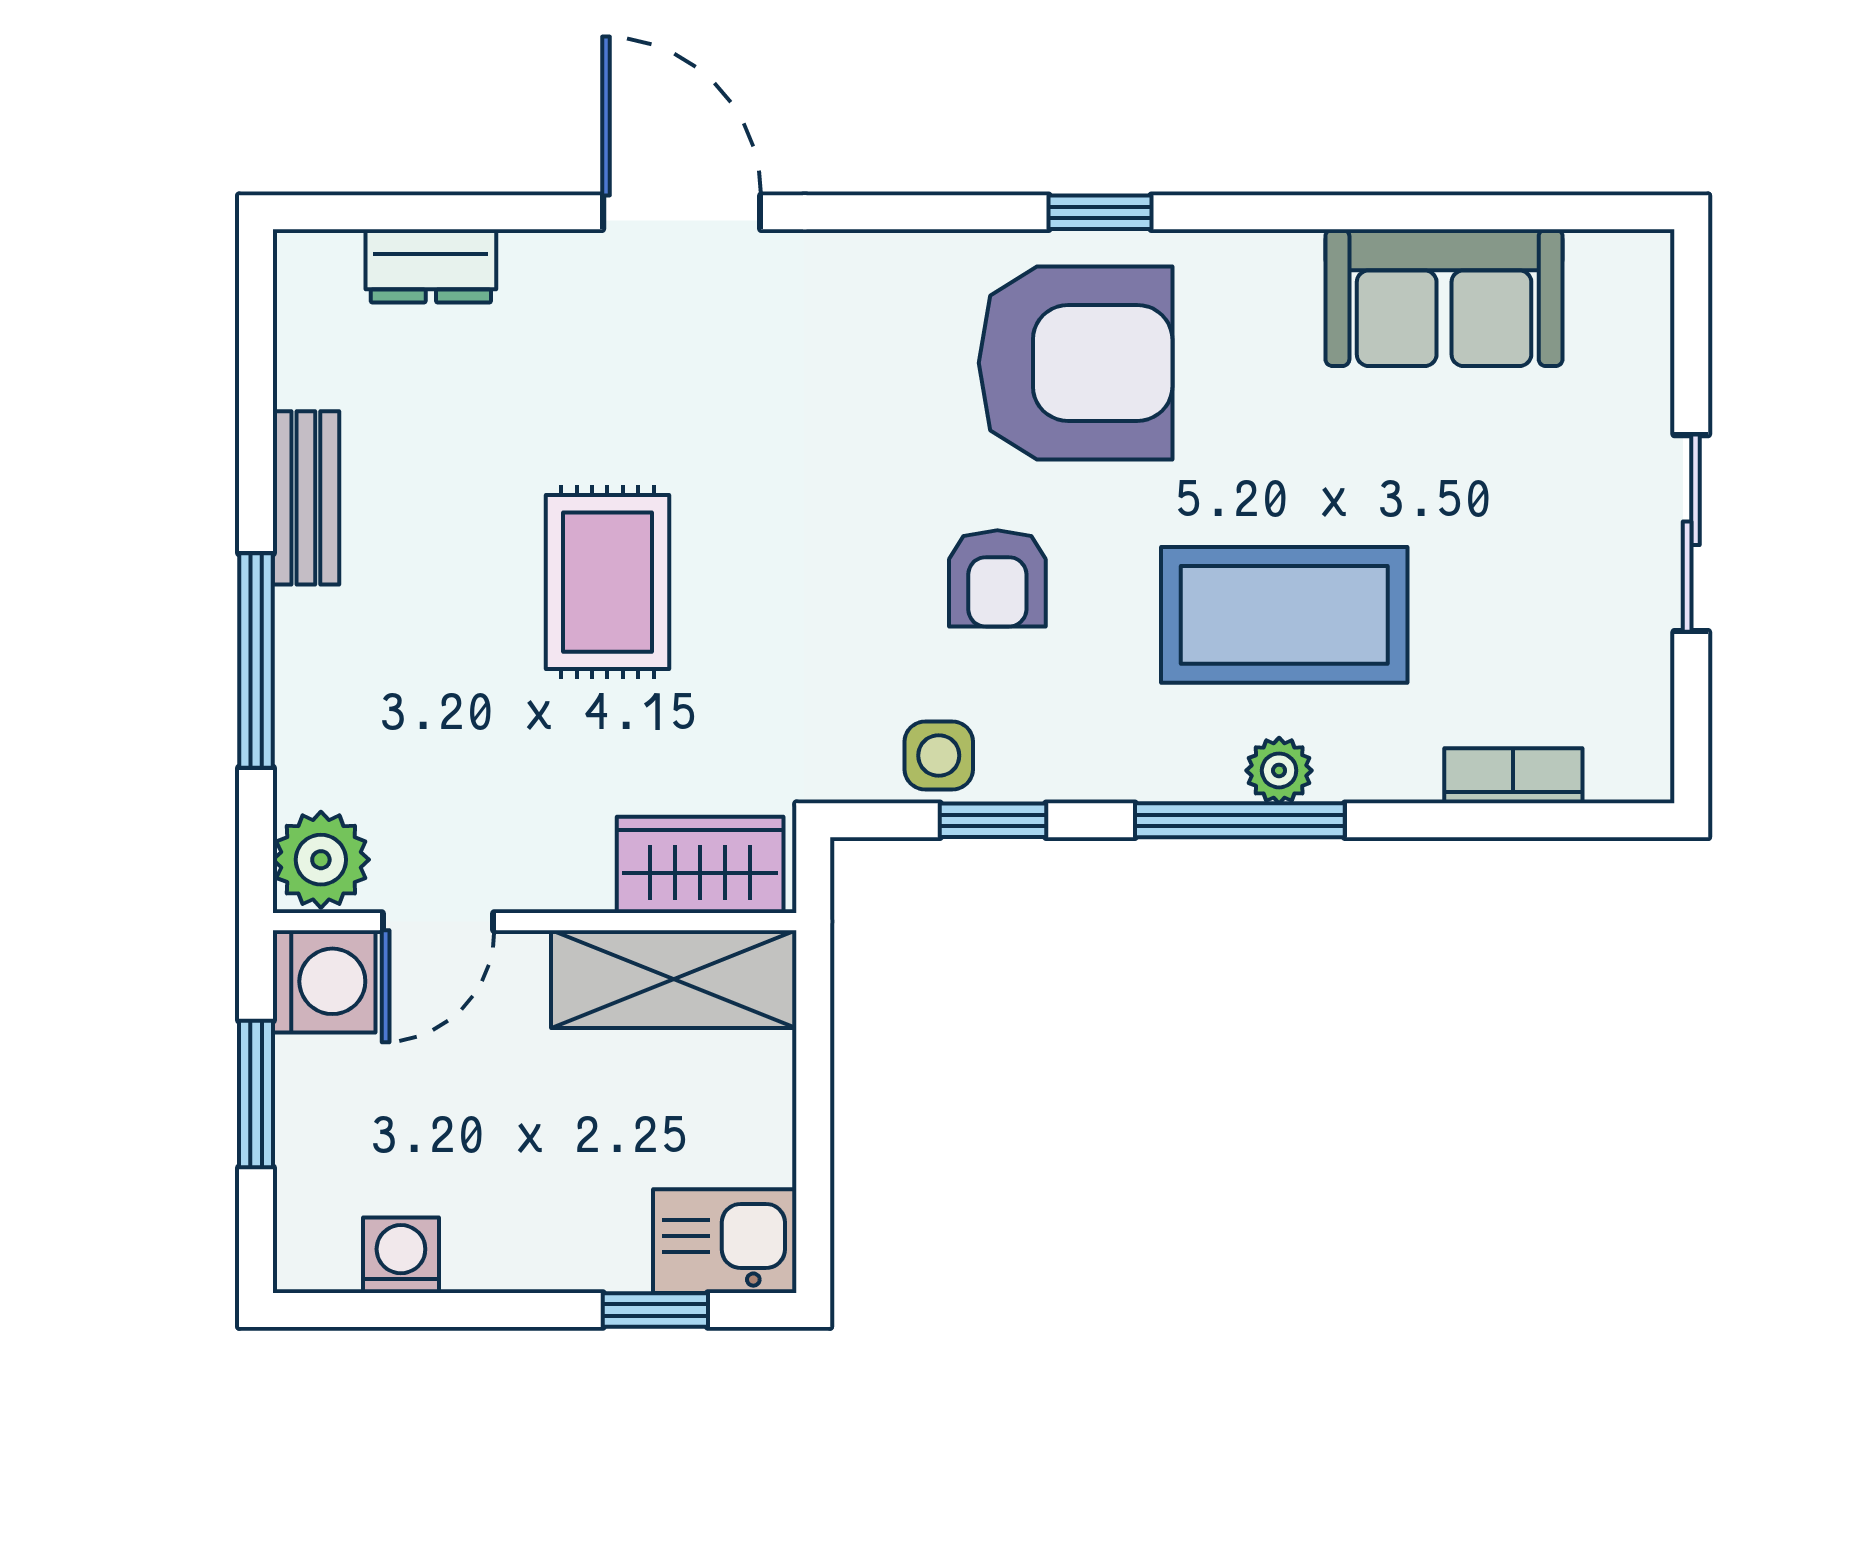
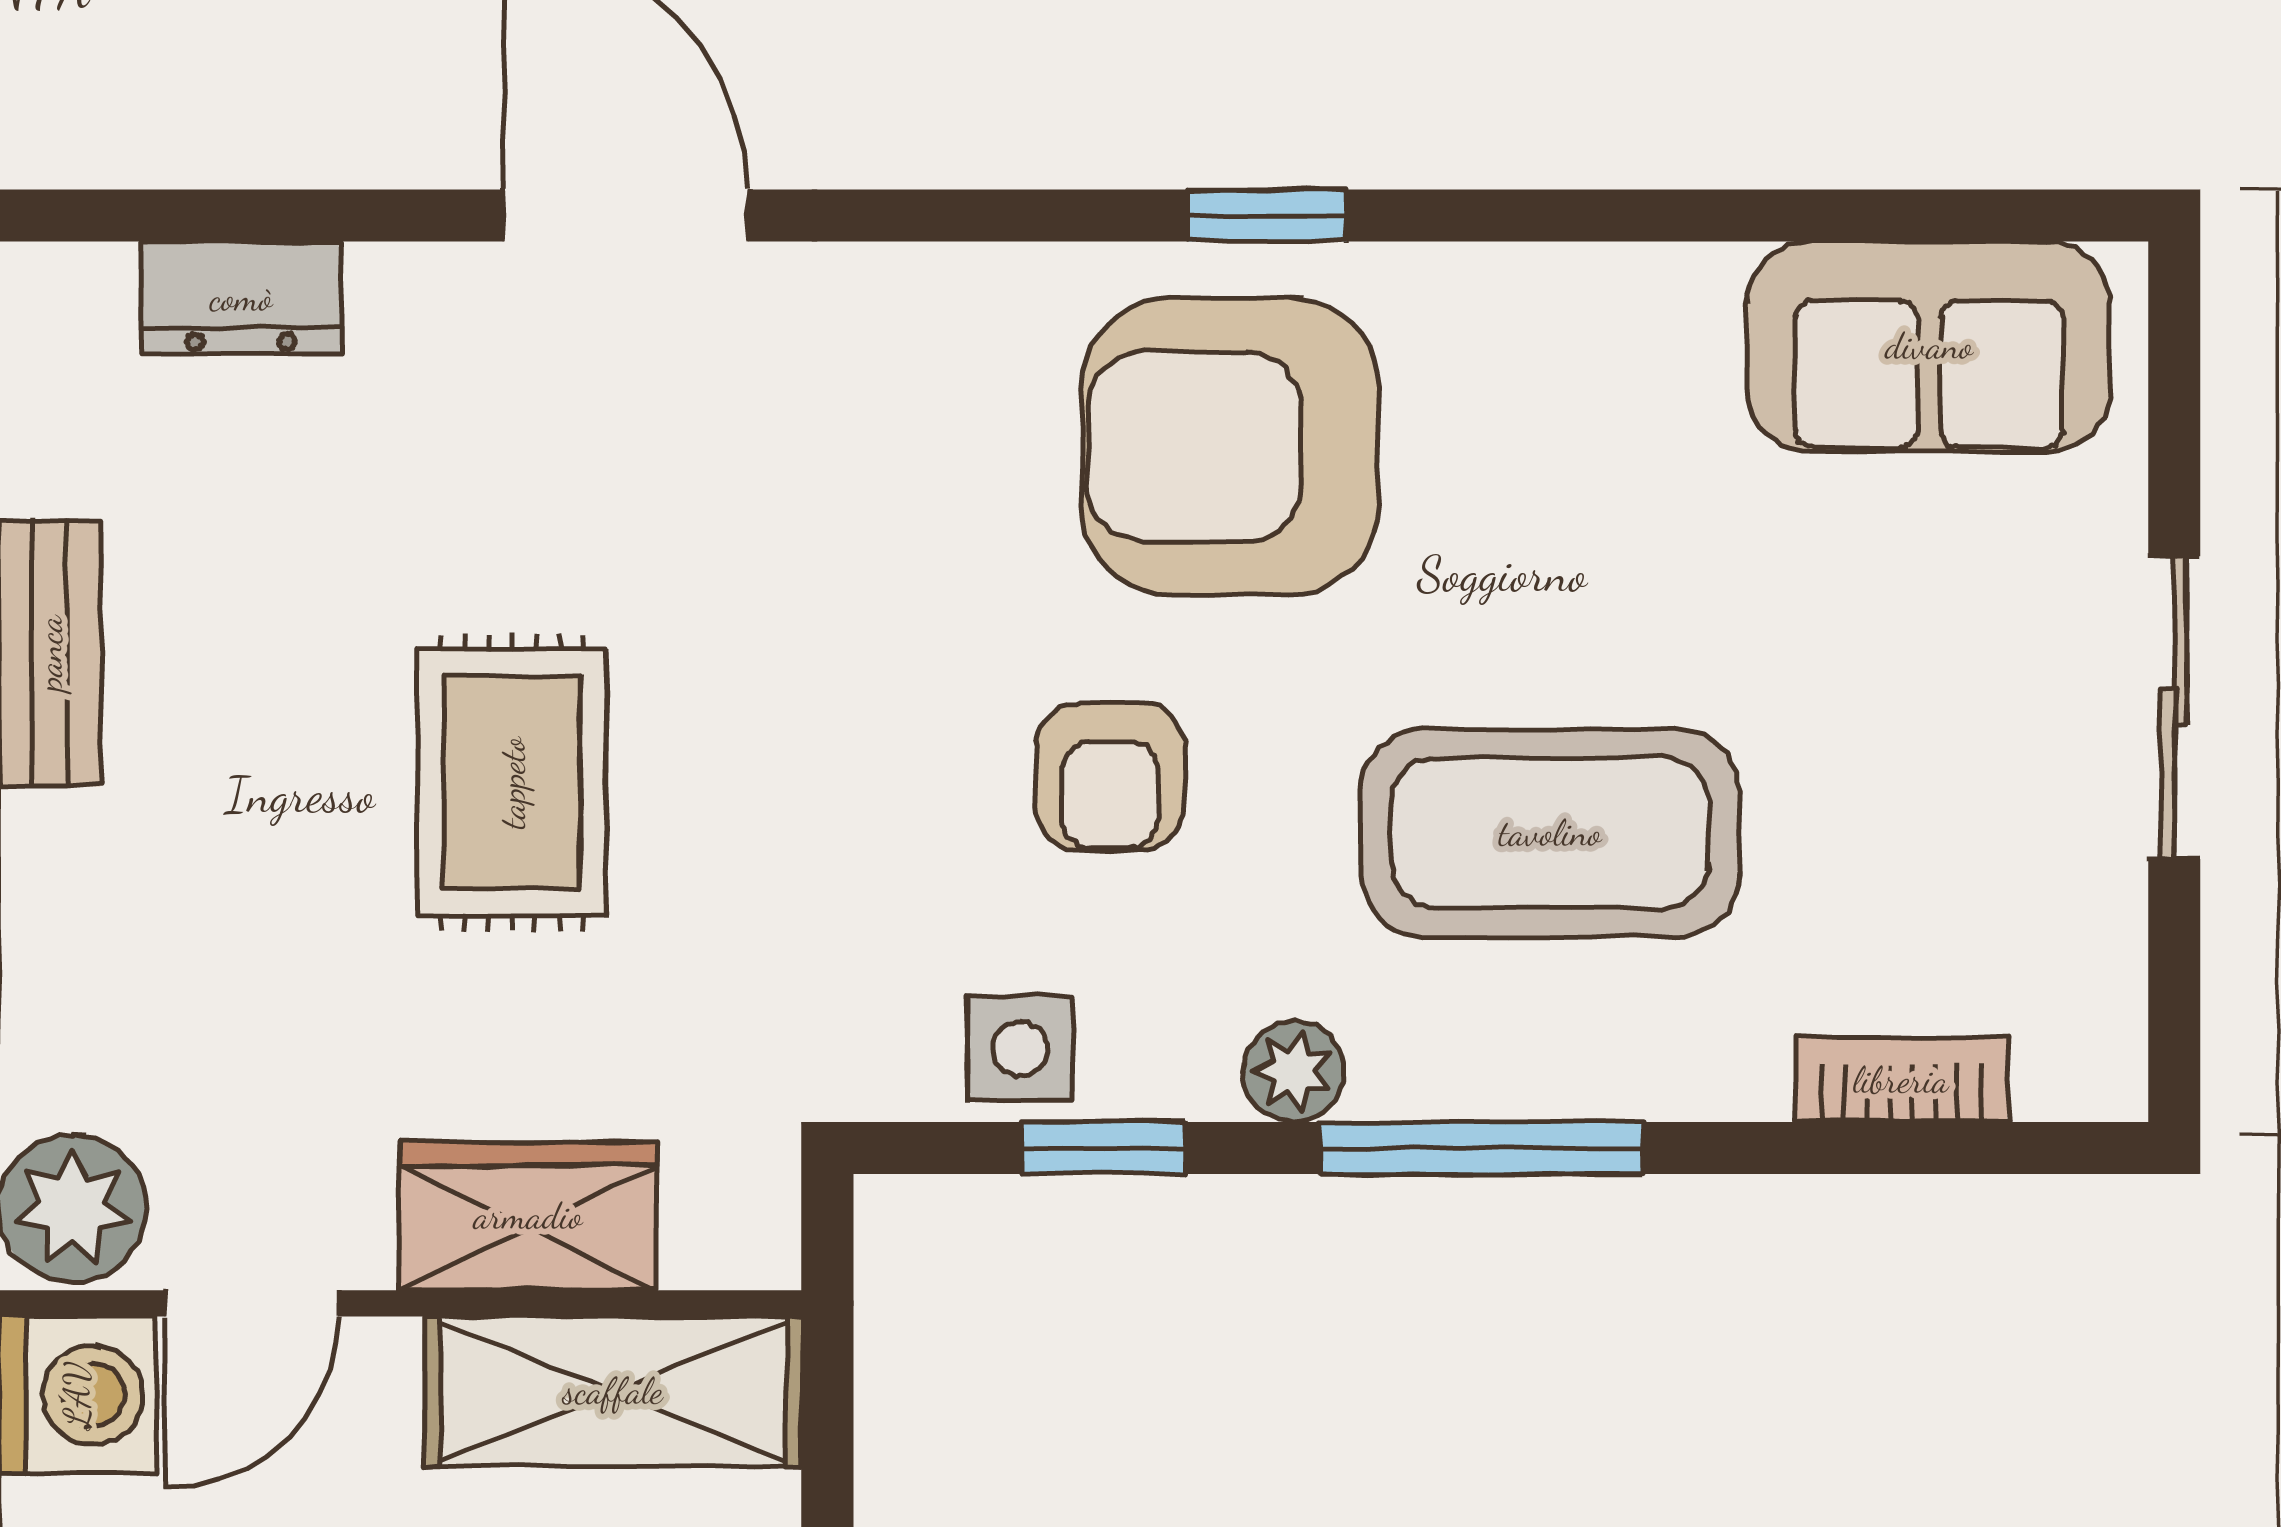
sofa: (1444, 298) -> (1929, 346), moved
armchair: (1076, 363) -> (1230, 447), turned 180
plant: (1279, 770) -> (1294, 1072), moved
wardrobe: (700, 865) -> (528, 1216), moved

